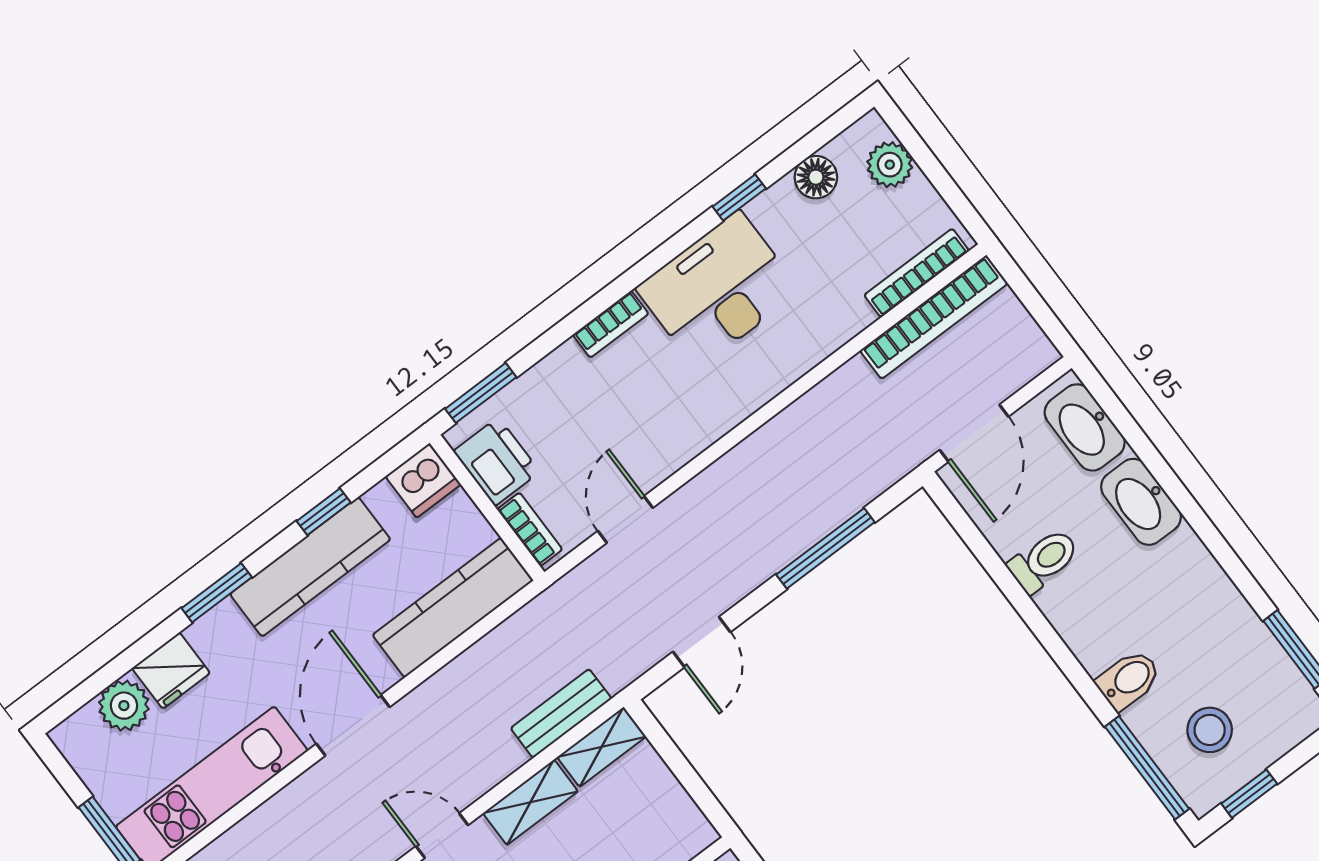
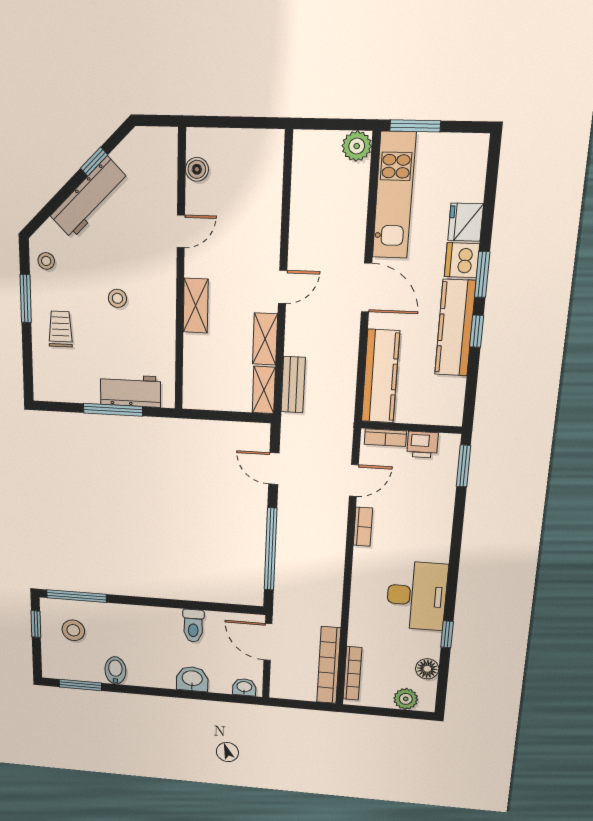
bookcase: (611, 324) -> (363, 527), moved, turned 180
washbasin: (1085, 427) -> (244, 687), width x0.52, depth x0.69
printer: (497, 462) -> (422, 445), width x0.73, depth x0.81
dishwasher: (423, 480) -> (462, 260), moved
washbasin: (1141, 502) -> (192, 679), width x0.72
window: (324, 512) -> (477, 331), moved
door: (625, 519) -> (354, 481), hinge flipped
window: (825, 548) -> (271, 549), width x1.46
bidet: (1129, 680) -> (115, 670), moved, turned 180
plant: (124, 706) -> (469, 185), removed

